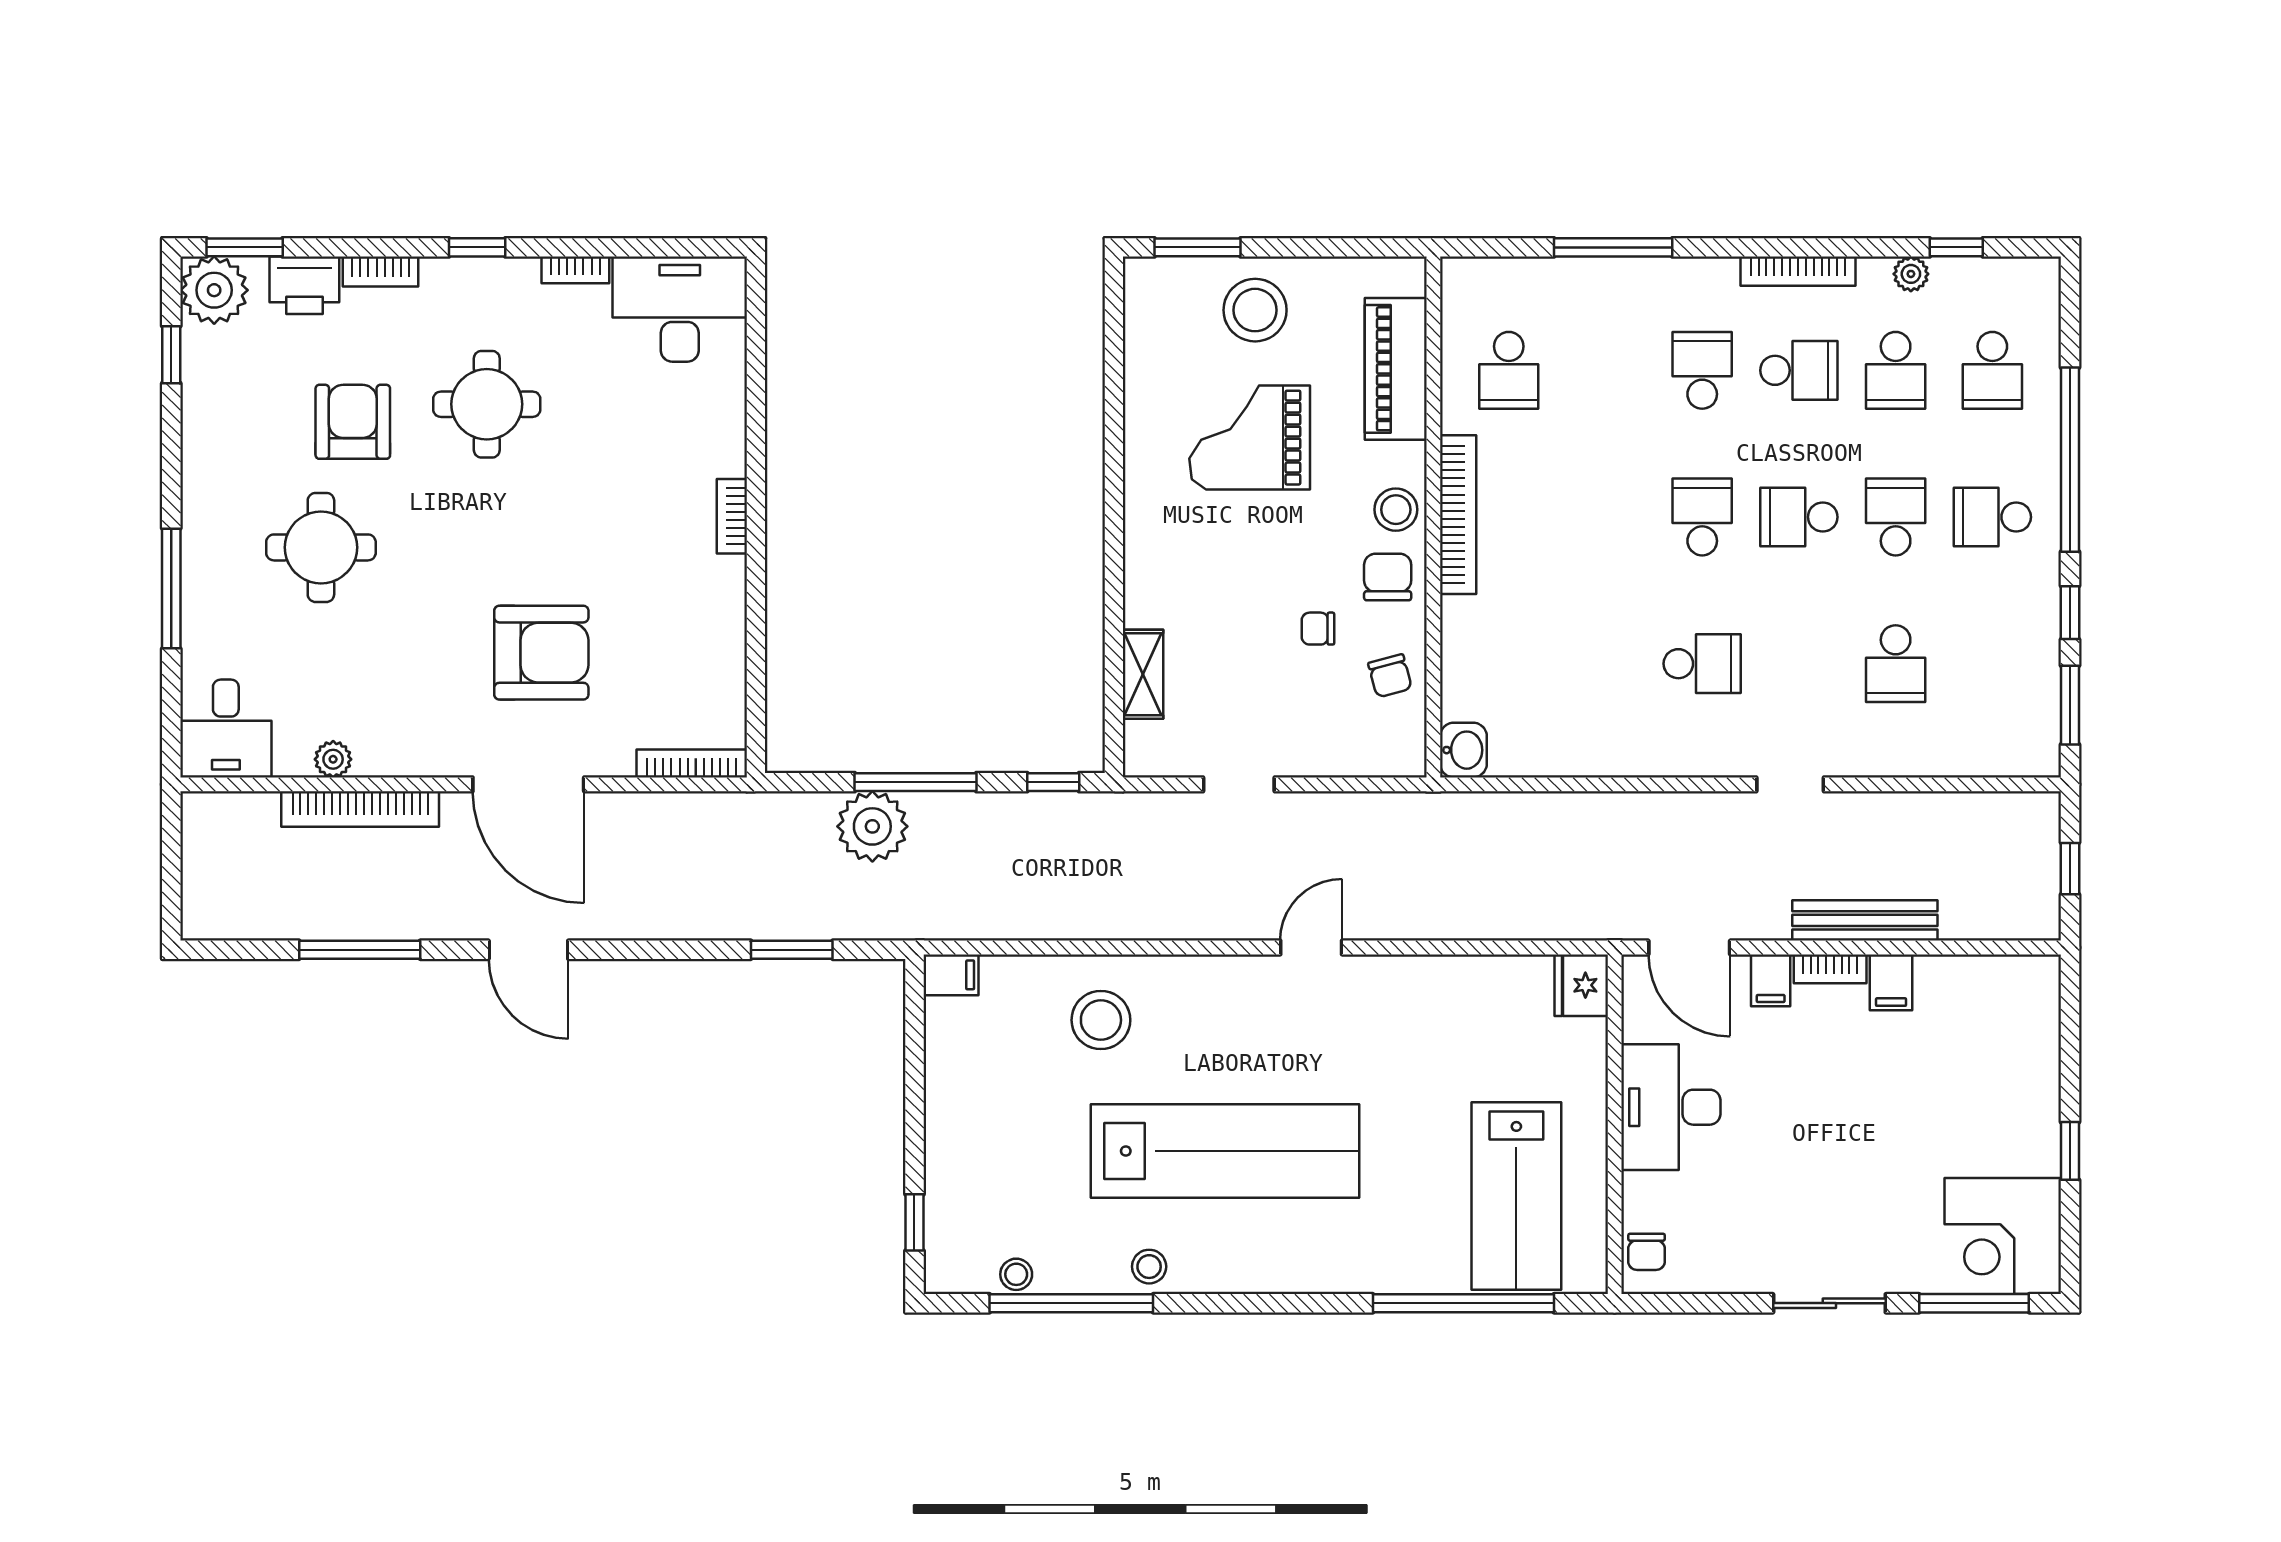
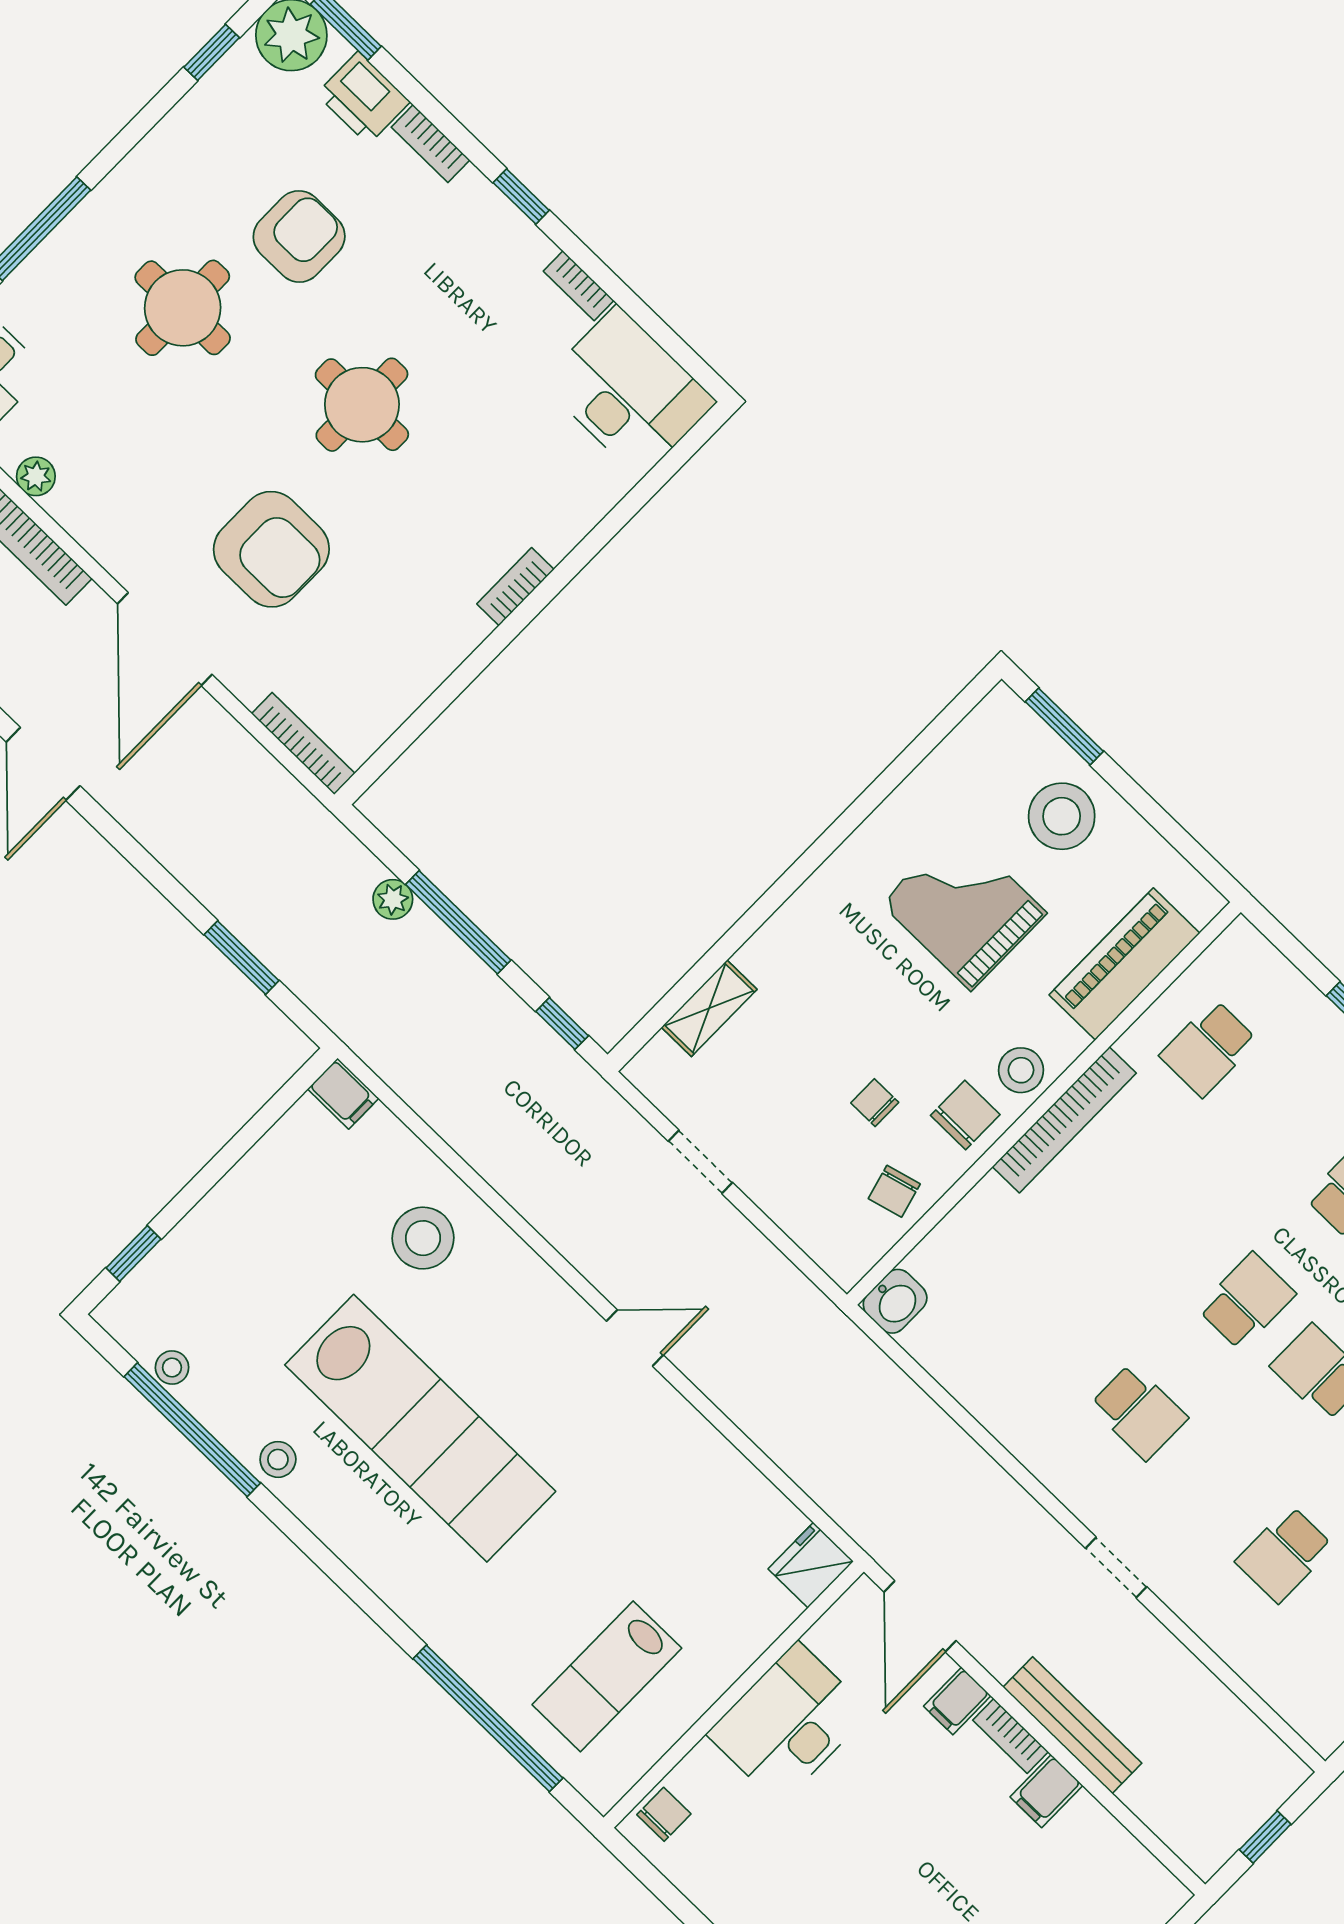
round table: (487, 404) -> (362, 405), moved
plant: (872, 826) -> (393, 899), width x0.53, depth x0.53
lab bench: (1516, 1196) -> (607, 1676), width x0.73, depth x0.72
chair: (1647, 1252) -> (664, 1814), turned 180

